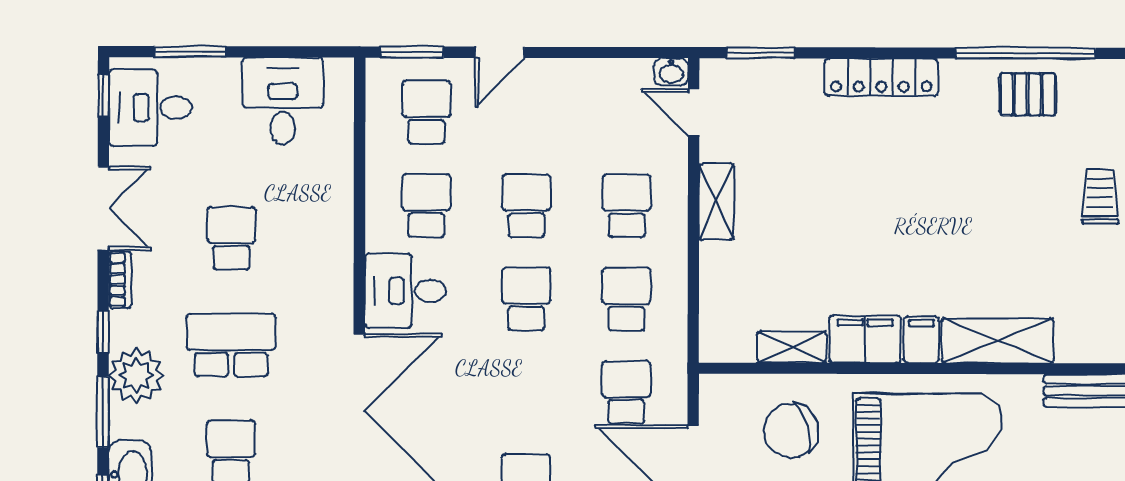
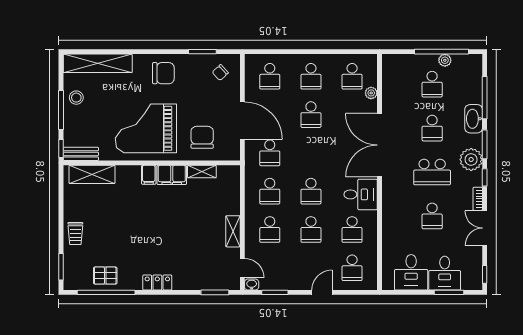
window: (412, 52) -> (275, 292), moved
locker: (881, 77) -> (157, 282), width x0.66
desk: (151, 108) -> (445, 273), moved, turned 90
shelving: (998, 341) -> (92, 174), moved
chair: (791, 431) -> (202, 137), turned -73

